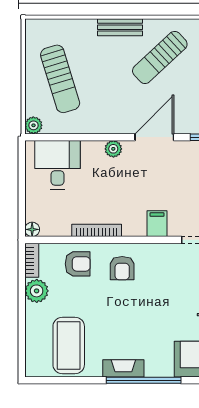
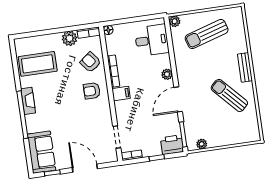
door: (154, 137) -> (178, 99), swing flipped
filing cabinet: (157, 224) -> (121, 94), moved
armchair: (78, 264) -> (90, 62), turned 142

